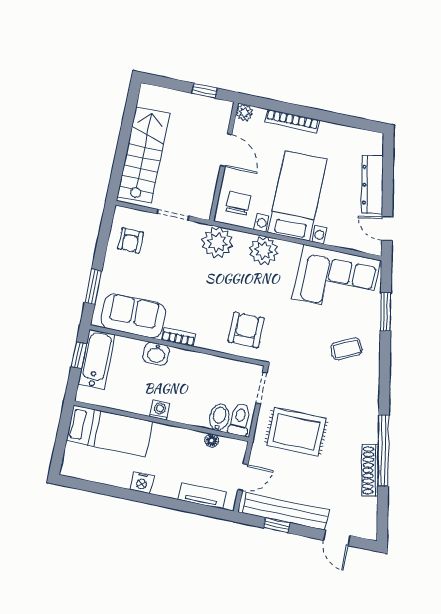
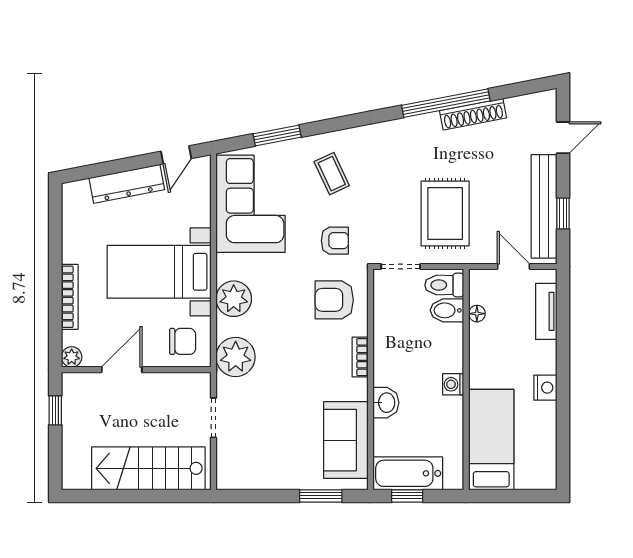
chair: (238, 203) -> (183, 341), turned 180
armchair: (131, 240) -> (335, 241), moved
bookcase: (179, 337) -> (360, 357), moved

